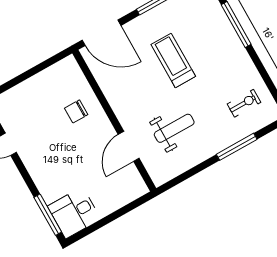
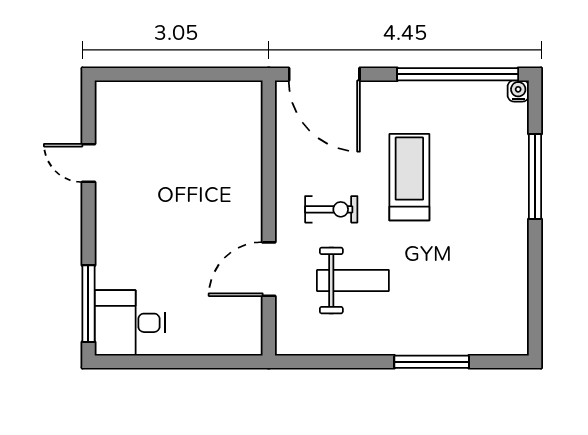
exercise bike: (244, 103) -> (331, 209), moved
chair: (76, 111) -> (219, 172), removed

